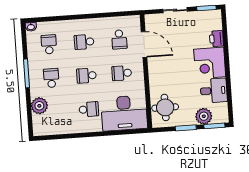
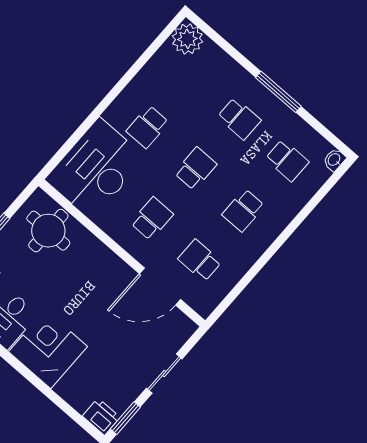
printer: (216, 39) -> (101, 417), moved
school desk: (84, 42) -> (243, 210), turned 180
plant: (39, 106) -> (187, 39), moved

